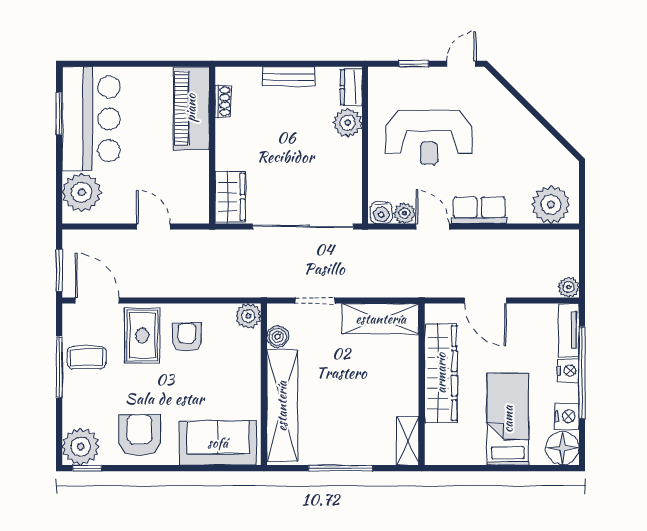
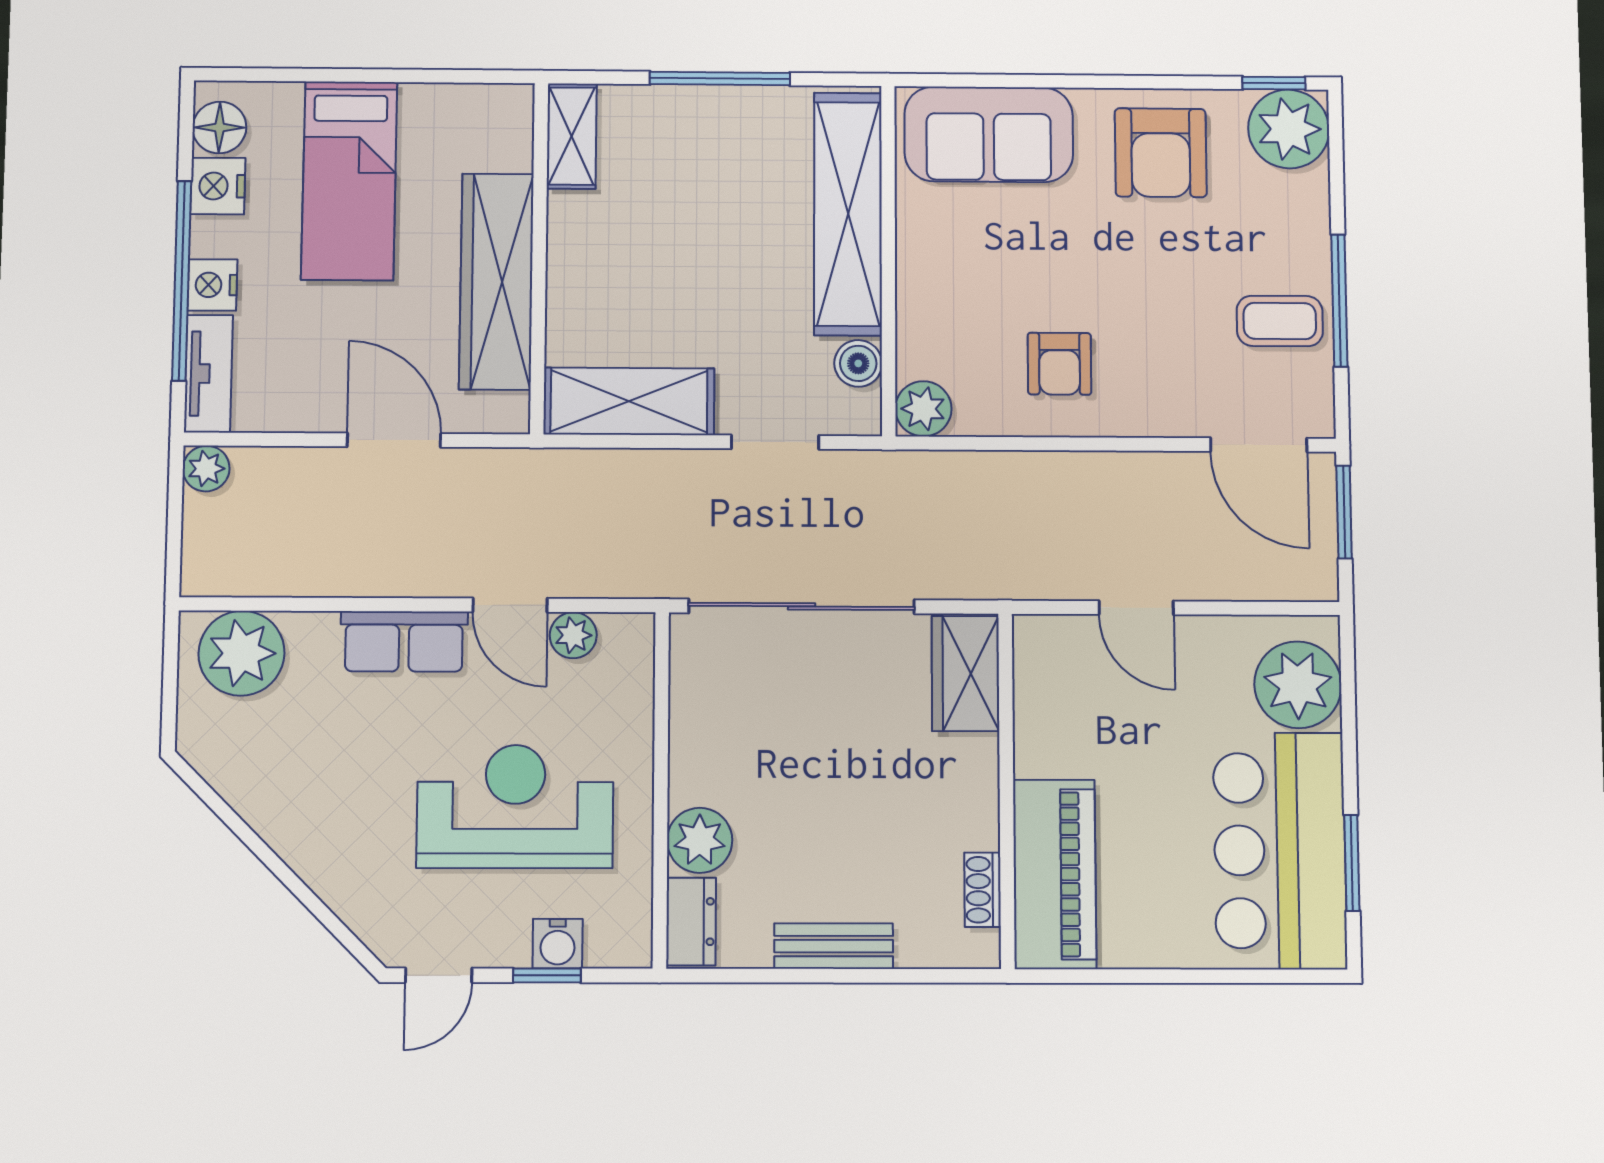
water cooler: (381, 213) -> (558, 944), moved, turned 180
rug: (142, 336) -> (1158, 368), removed
floor lamp: (562, 448) -> (219, 127), width x0.73, depth x0.73

